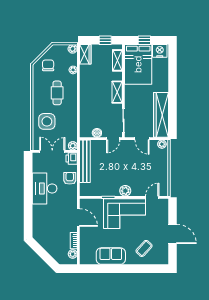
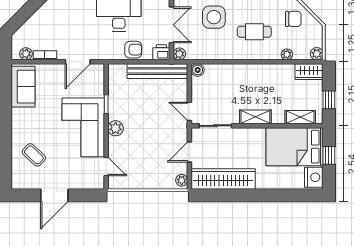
boiler: (97, 133) -> (198, 70), moved
sofa: (111, 256) -> (23, 87), moved

